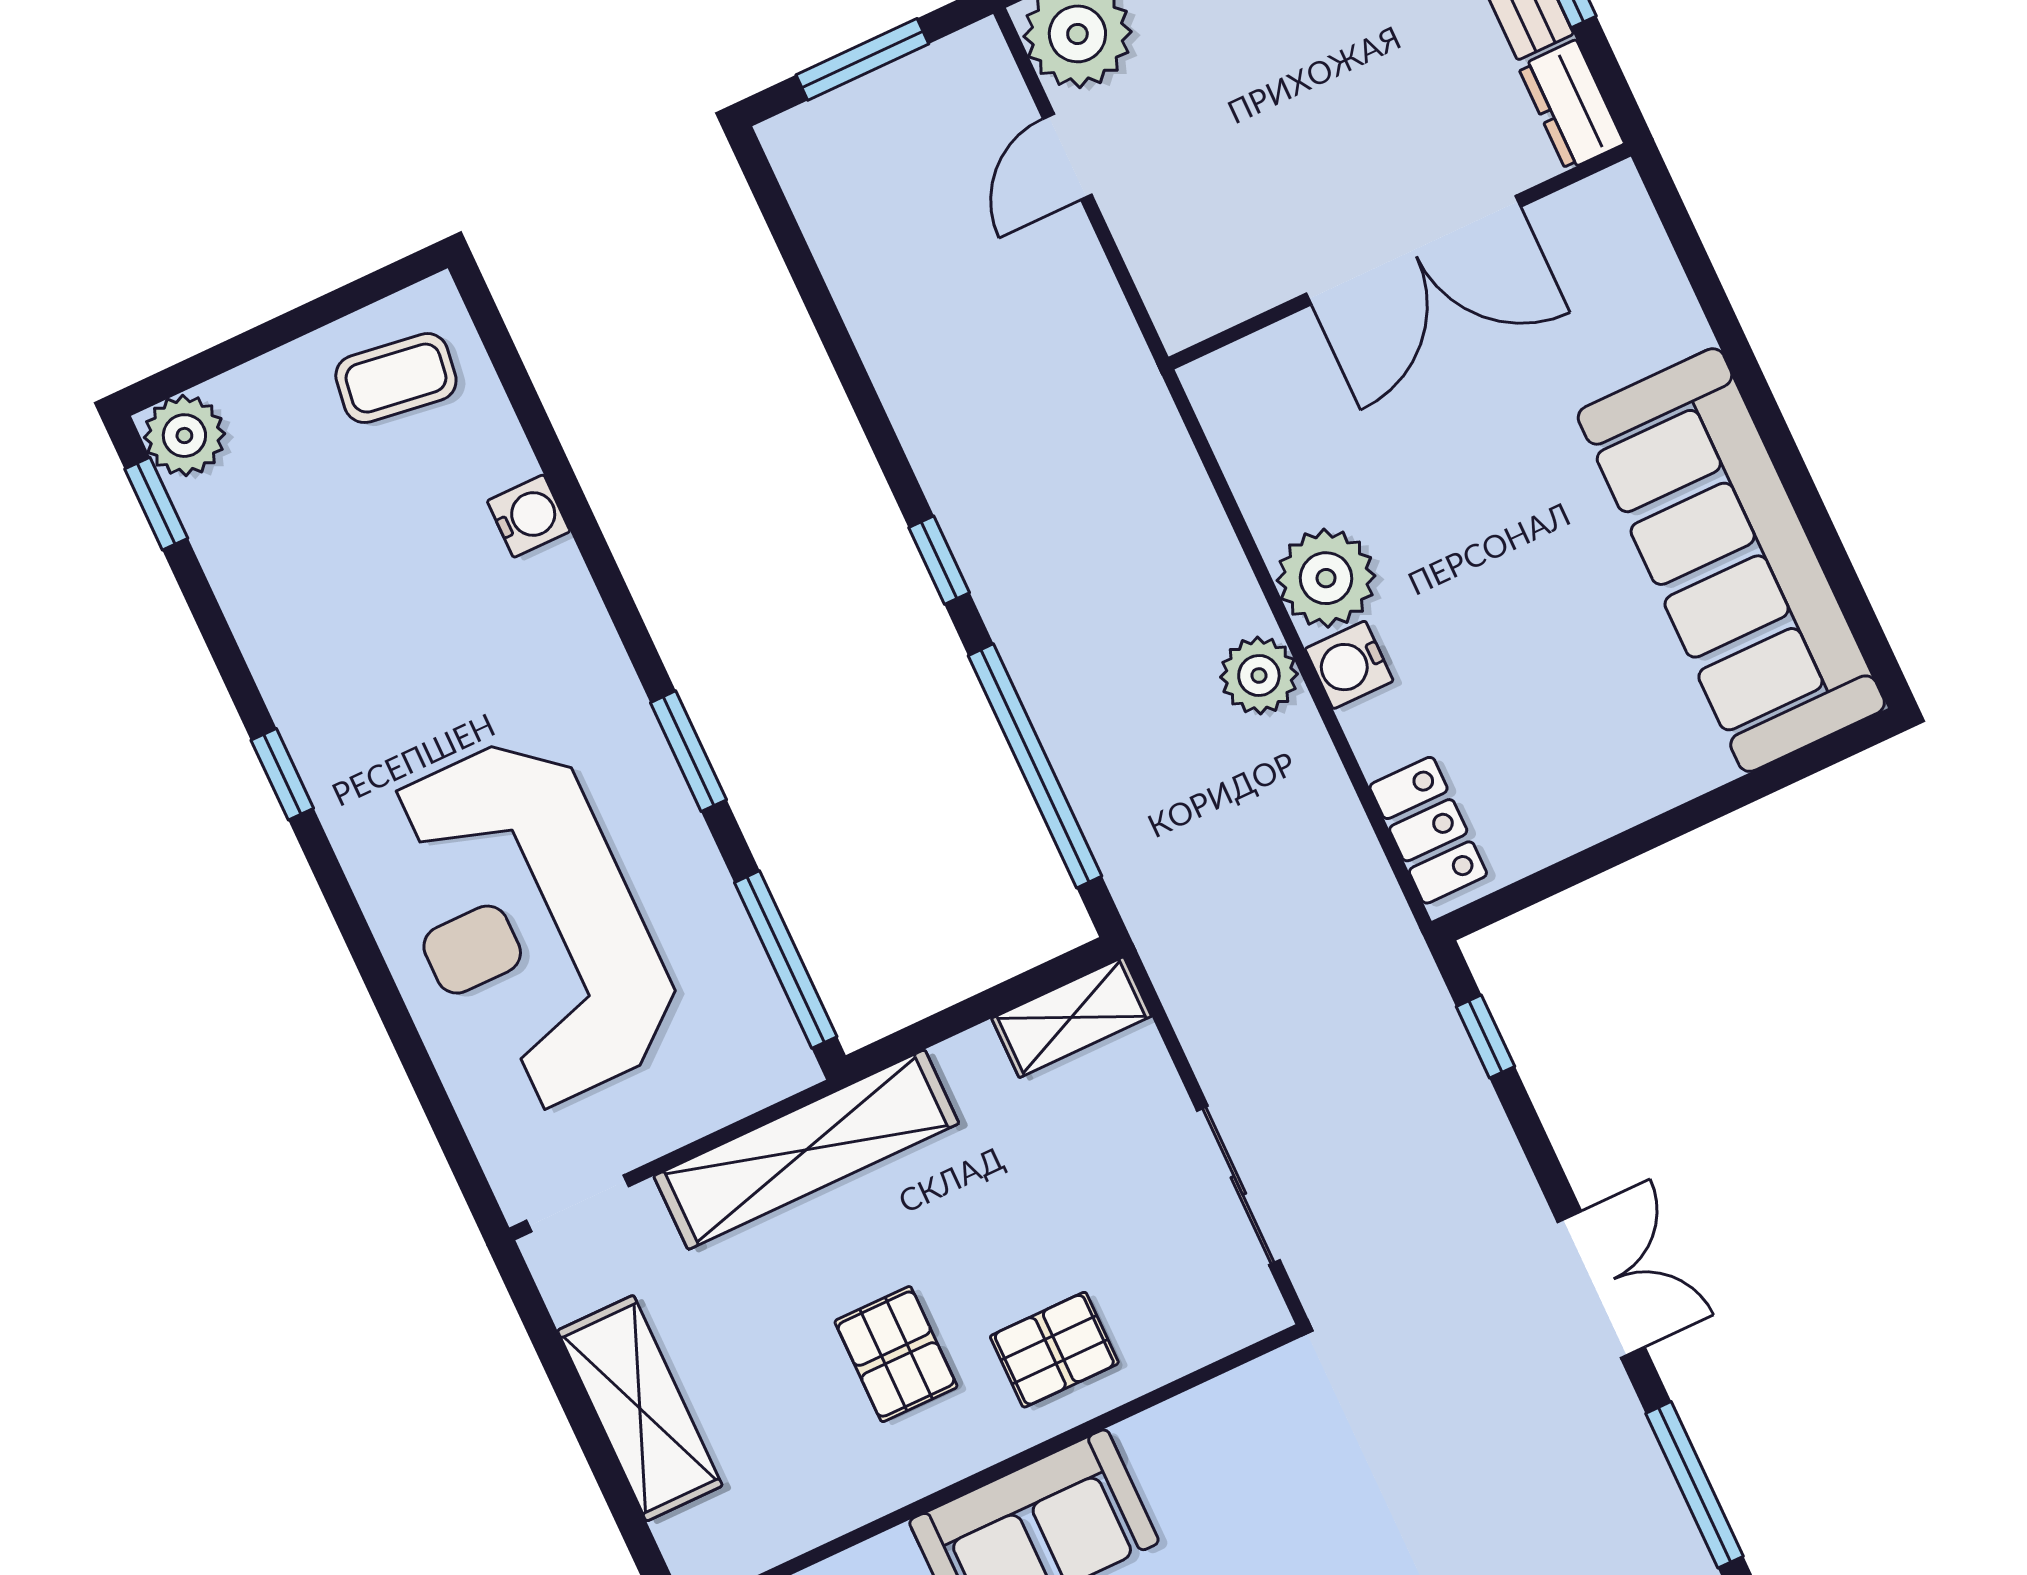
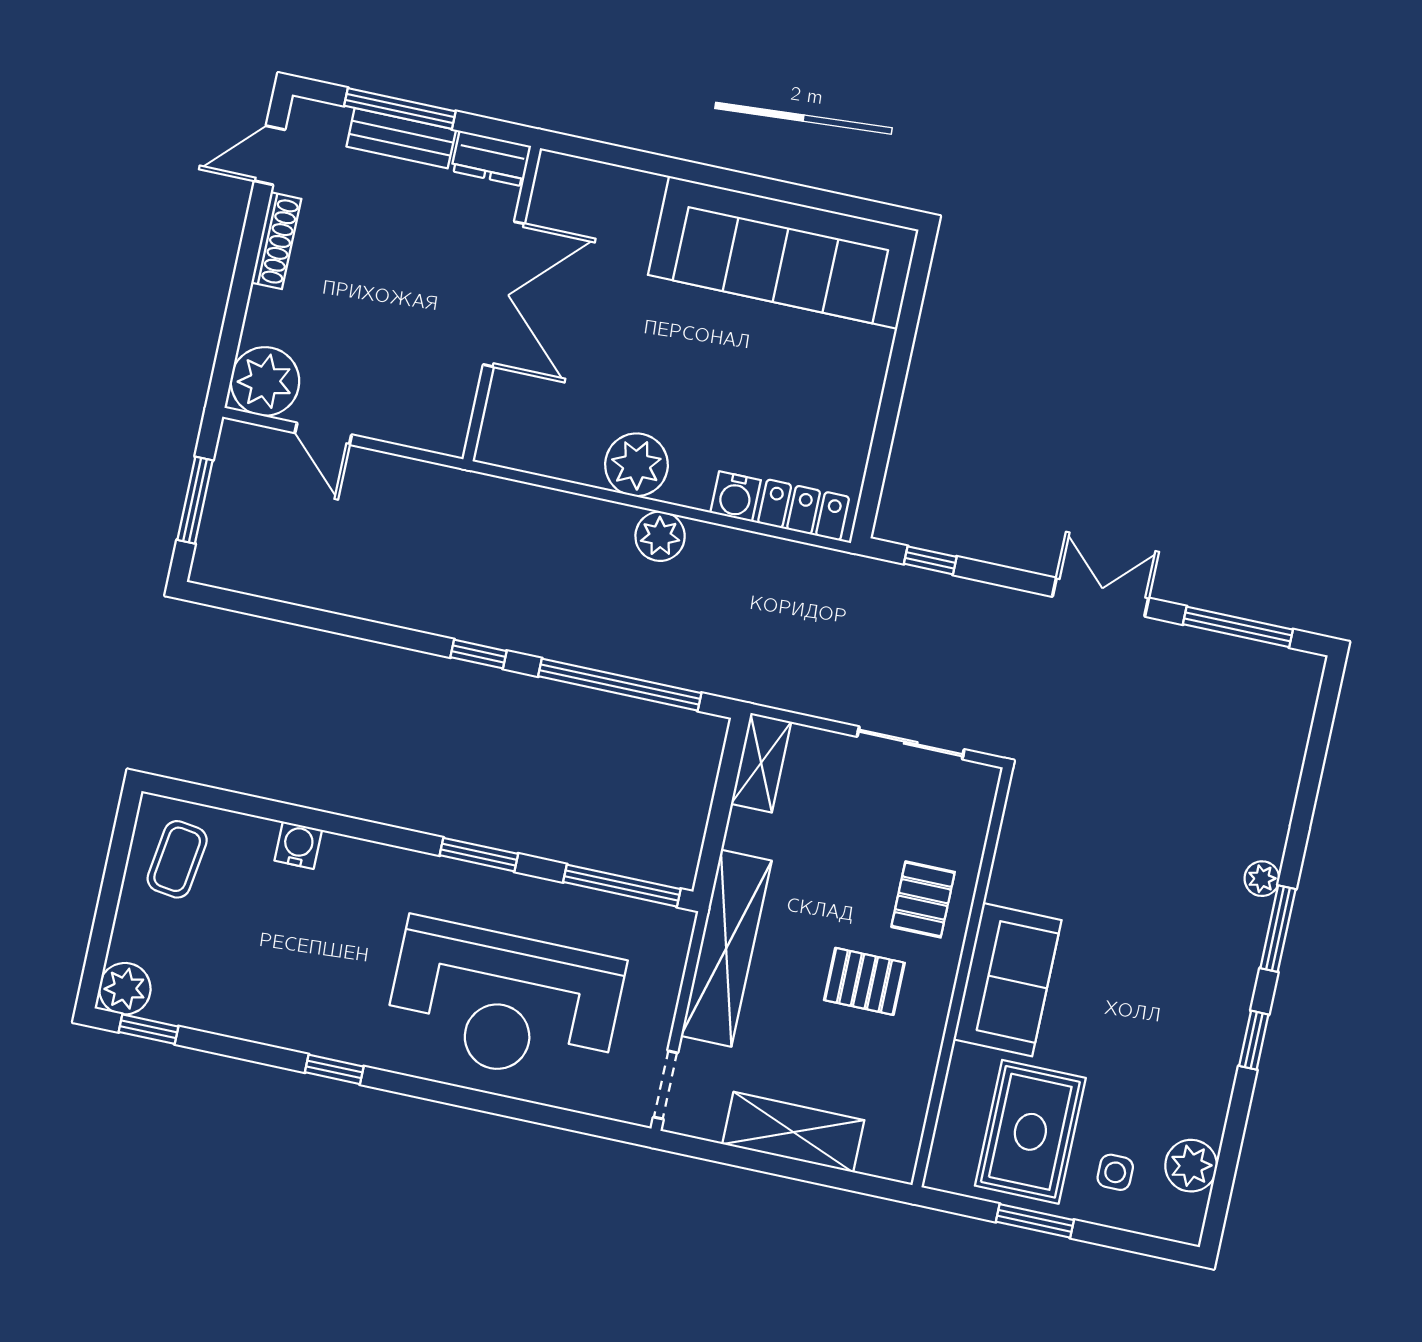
water cooler: (1349, 665) -> (736, 496), moved

